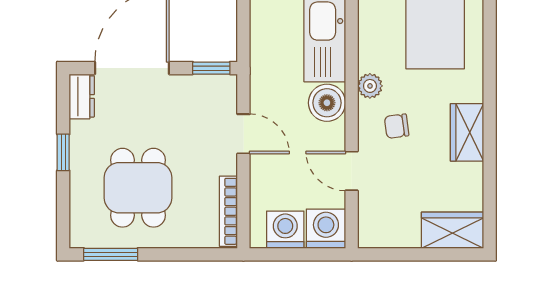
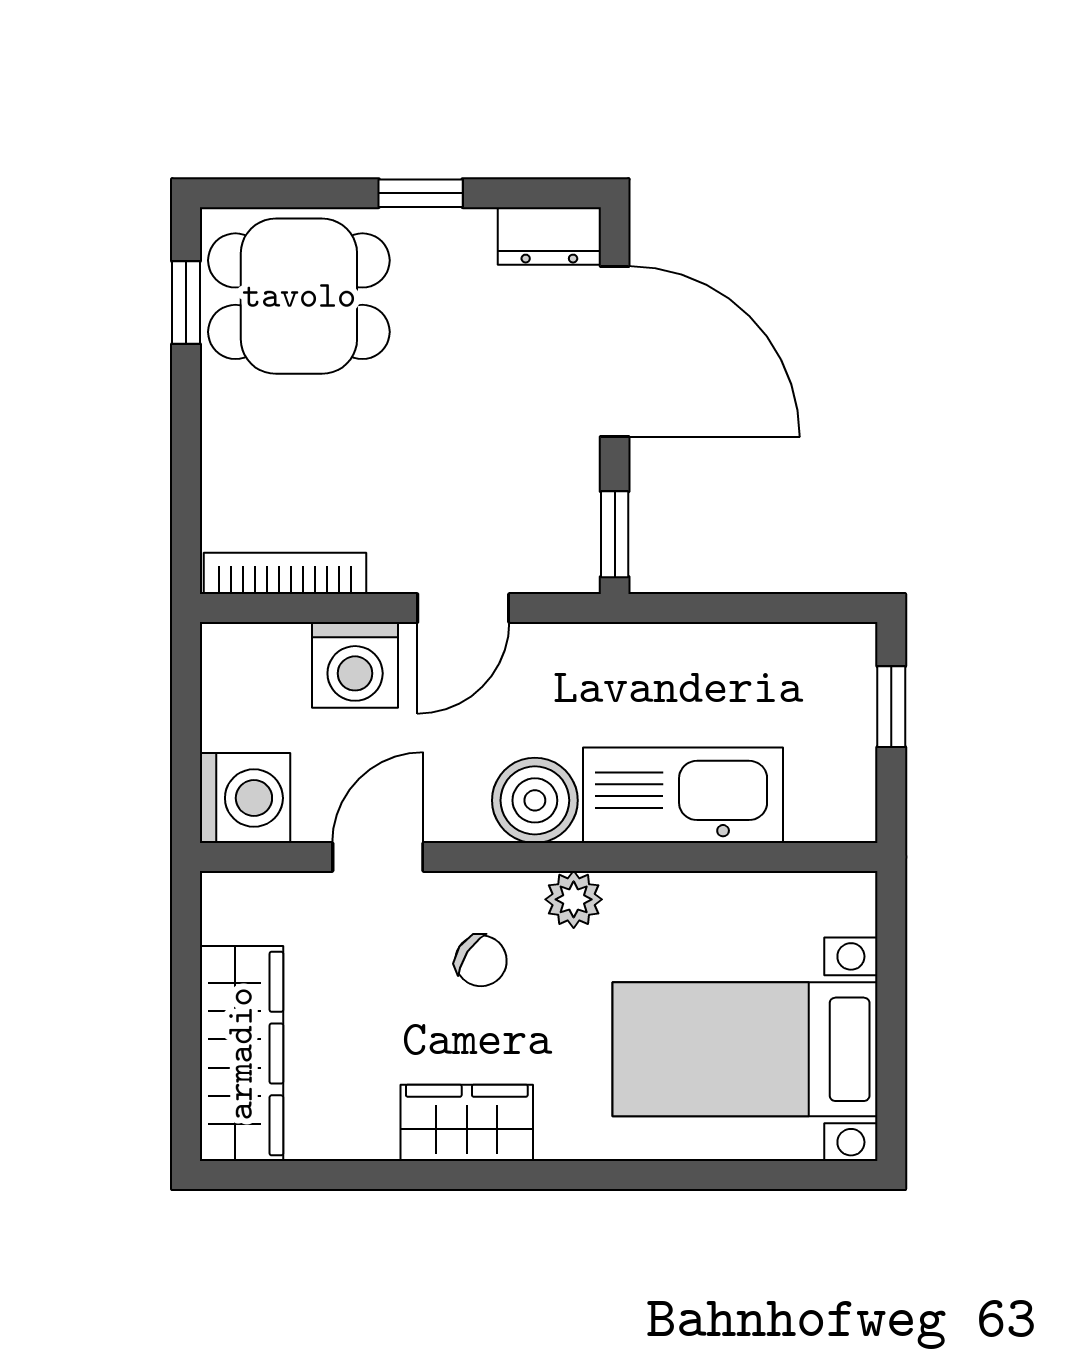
chair: (397, 126) -> (481, 961), turned 132
dining table: (138, 188) -> (299, 296), moved
washing machine: (285, 230) -> (355, 665), moved, turned 90
wardrobe: (453, 230) -> (241, 1054), width x1.50
window: (111, 254) -> (186, 303), width x0.67

